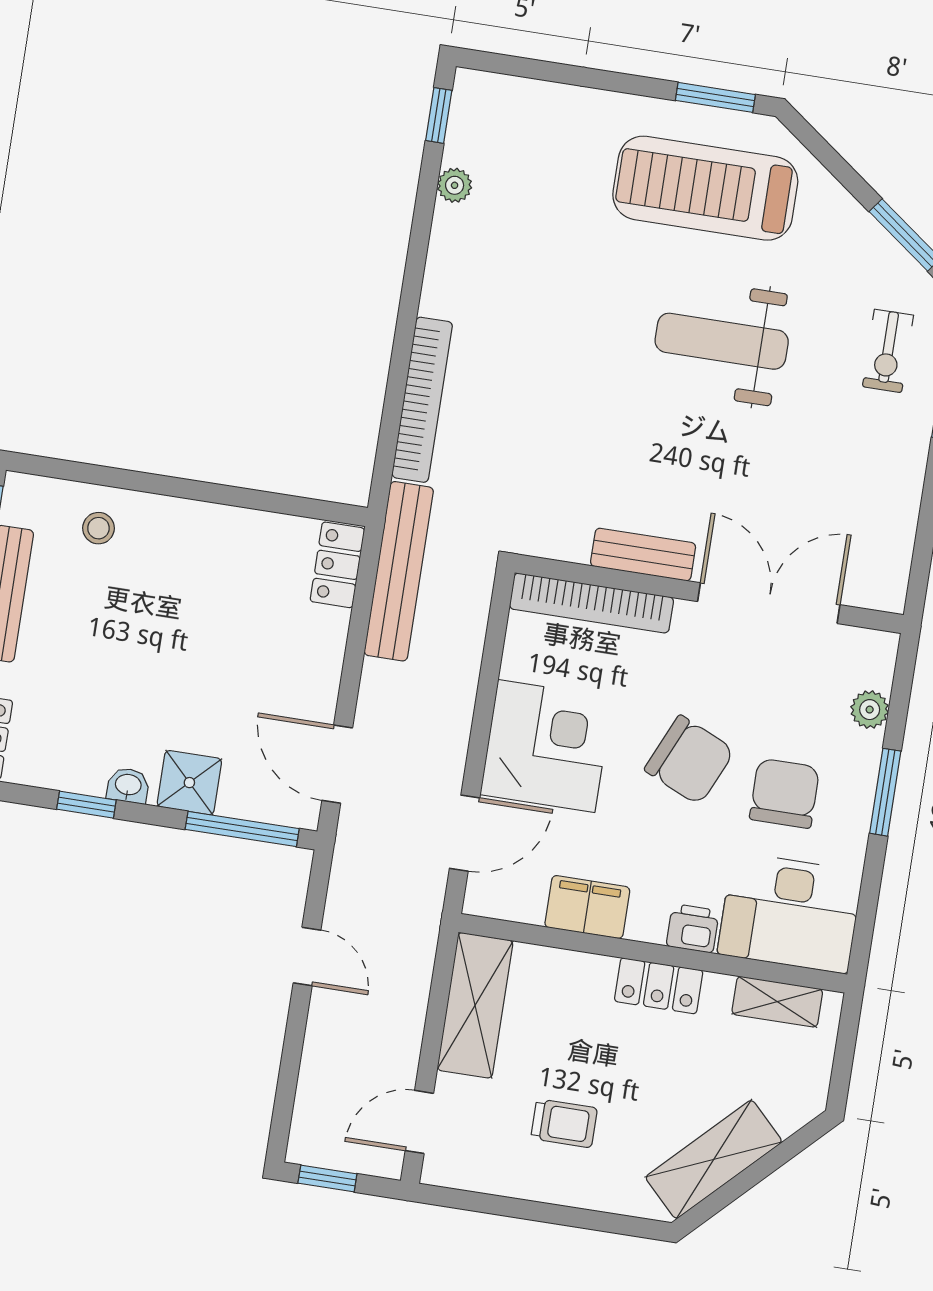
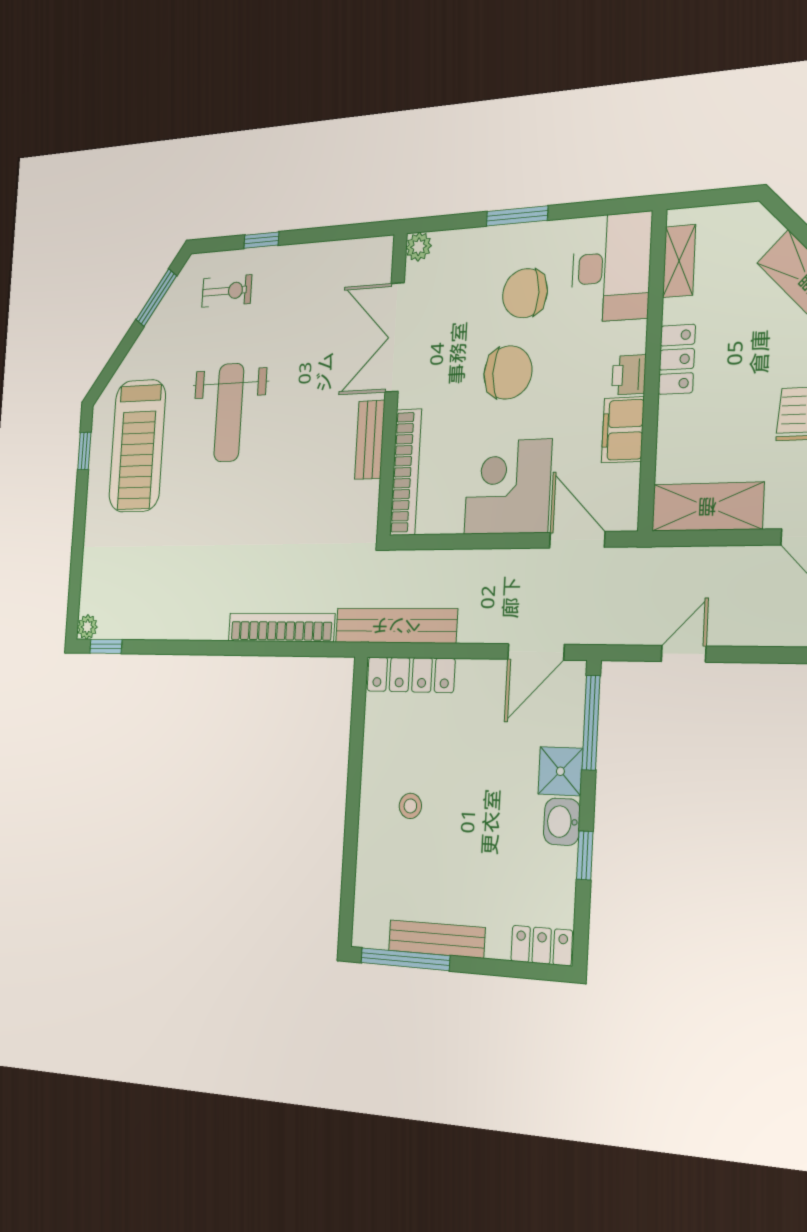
window: (715, 97) -> (84, 451), width x0.67
plant: (455, 185) -> (87, 627), moved
stool: (98, 528) -> (410, 806), moved
locker: (337, 565) -> (411, 675), width x1.53
plant: (870, 710) -> (419, 247), moved
chair: (689, 760) -> (508, 372), turned 66
washbasin: (128, 786) -> (562, 822), width x1.38, depth x1.45
printer: (693, 928) -> (629, 375), moved

